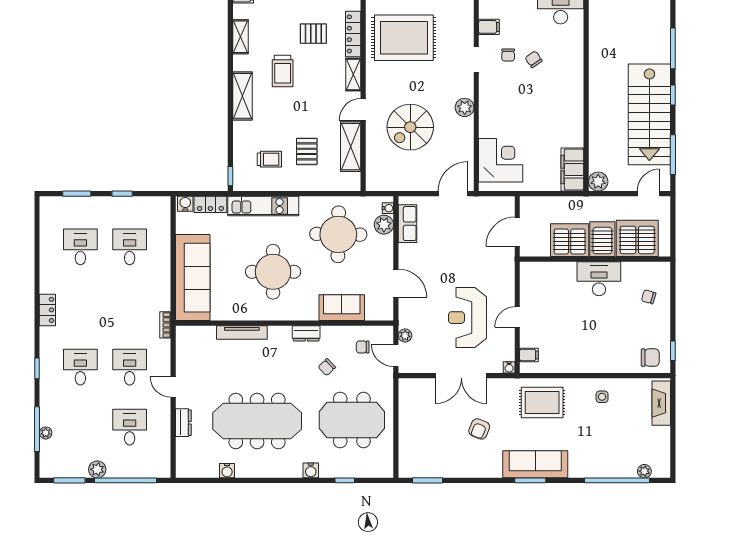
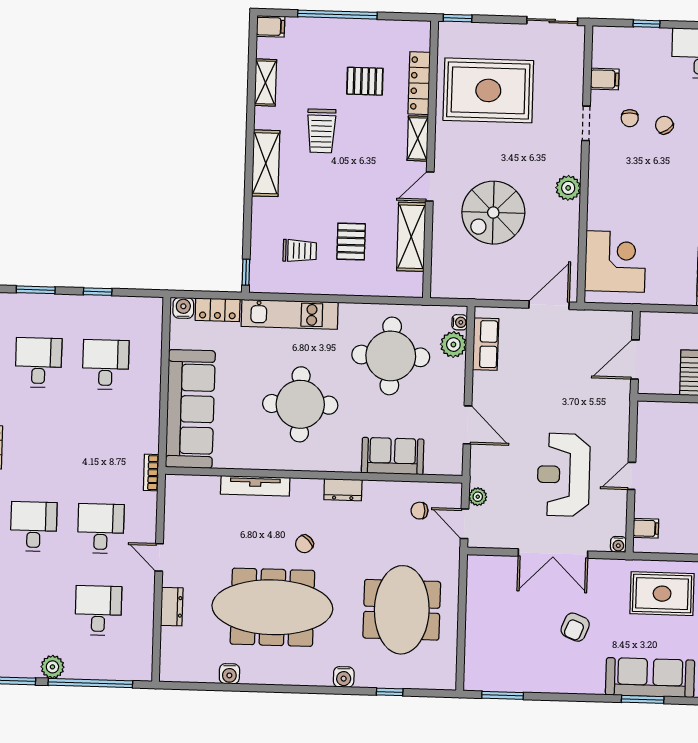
chair: (327, 367) -> (304, 544), moved
meeting table: (352, 420) -> (402, 610), turned 90

